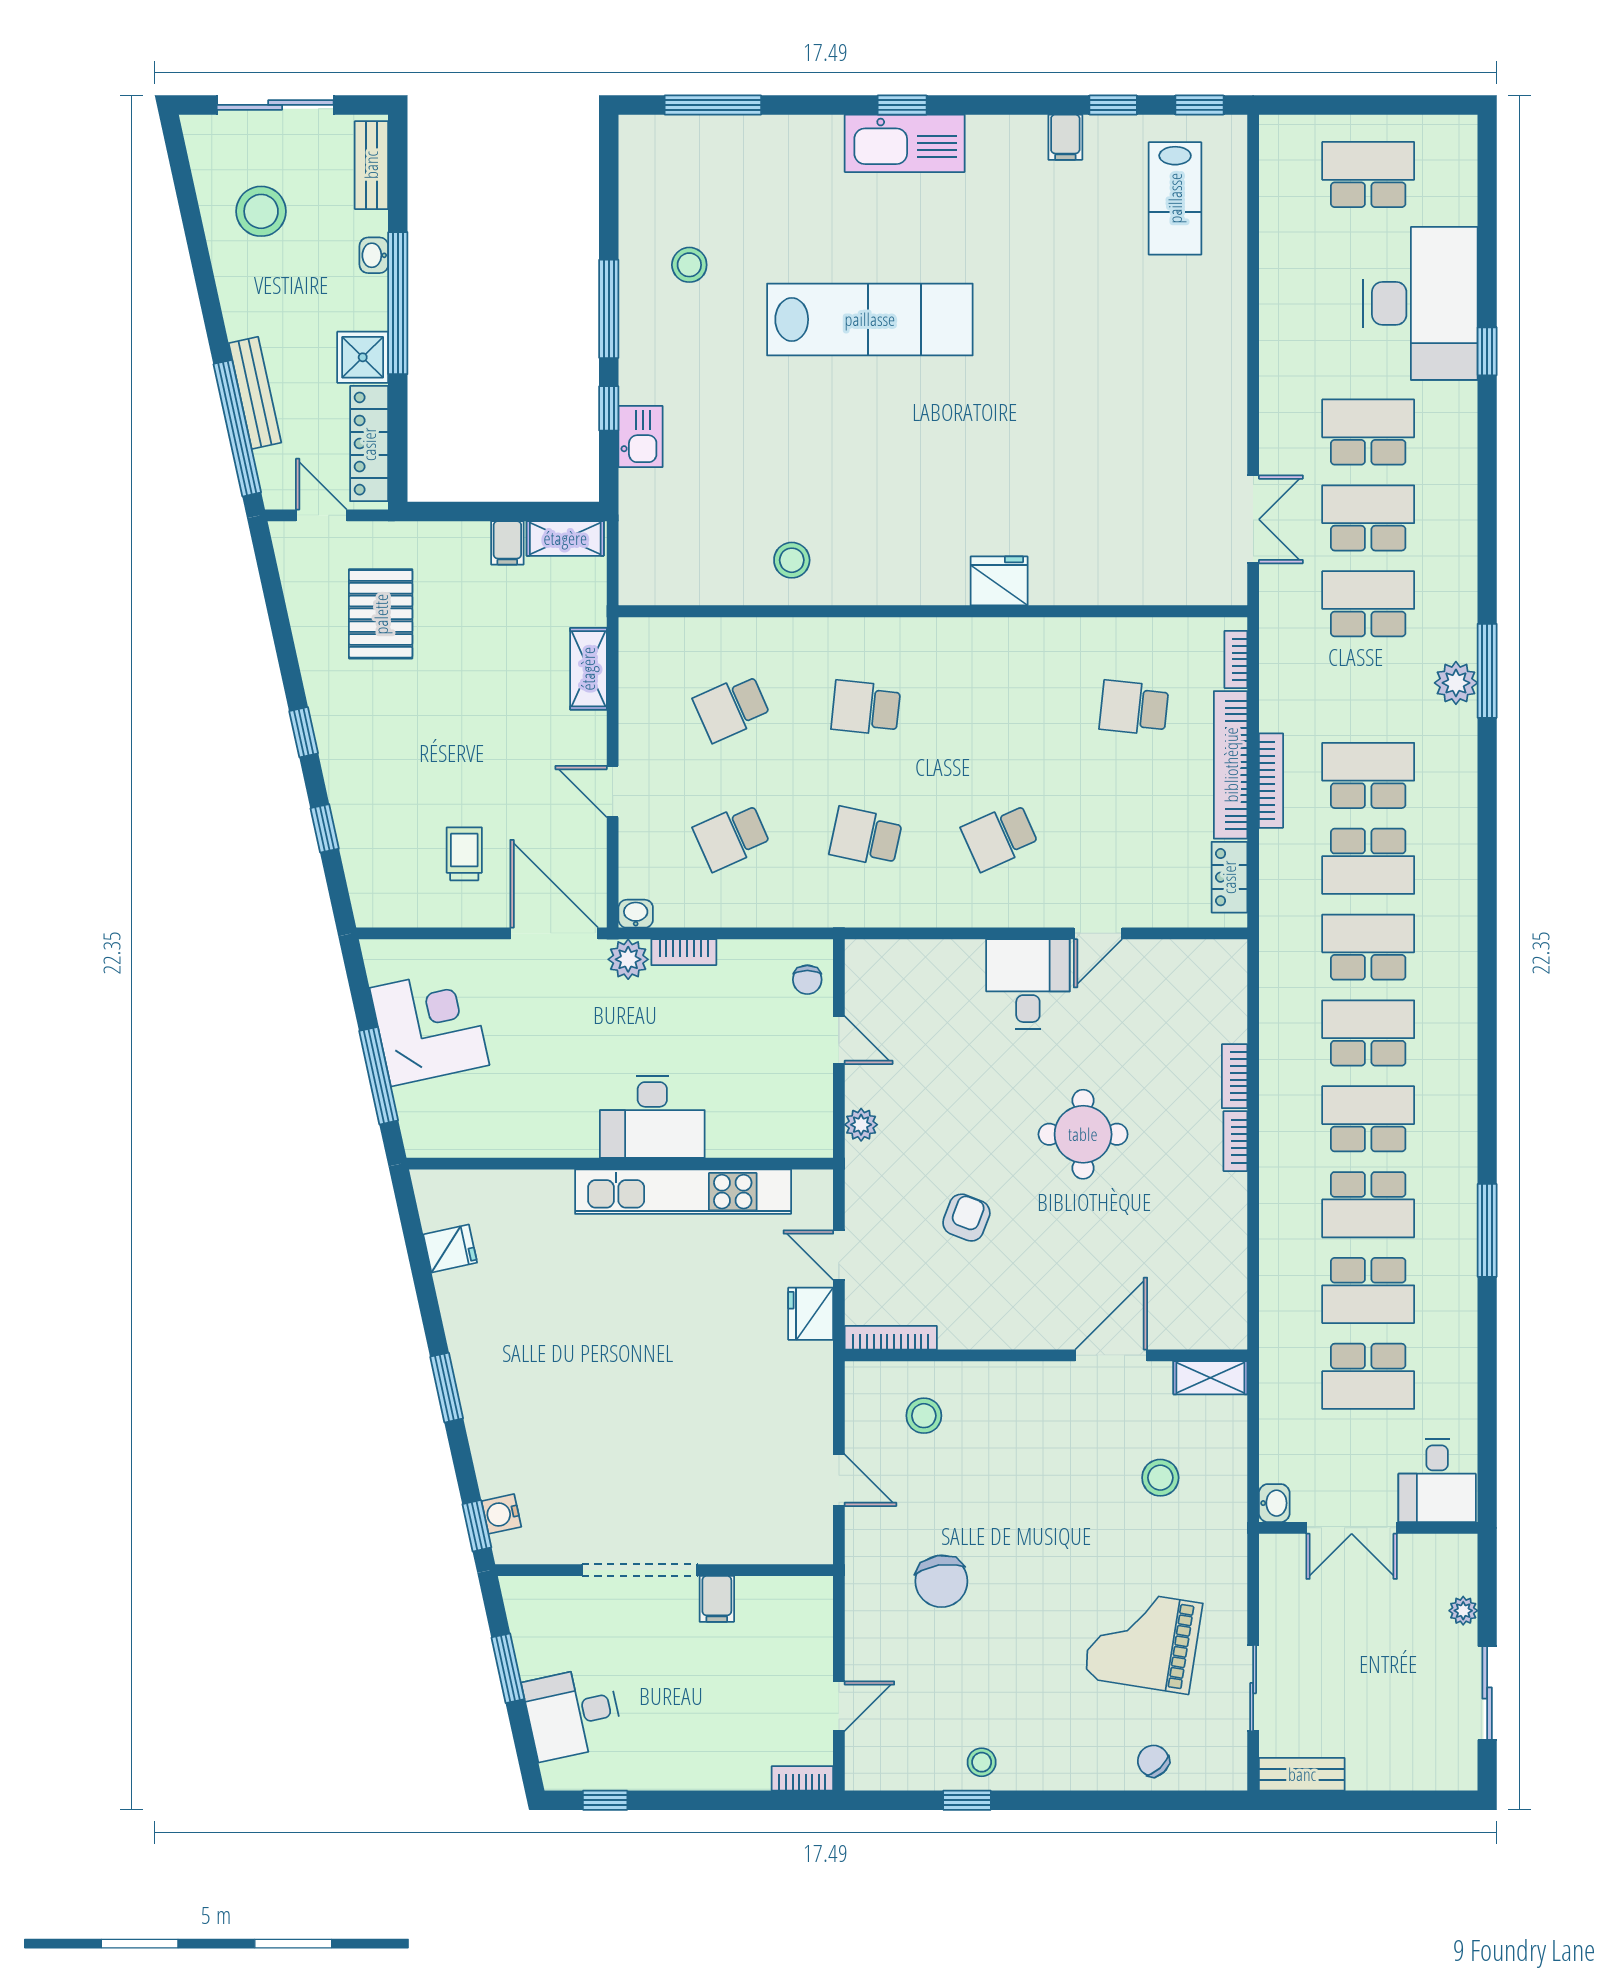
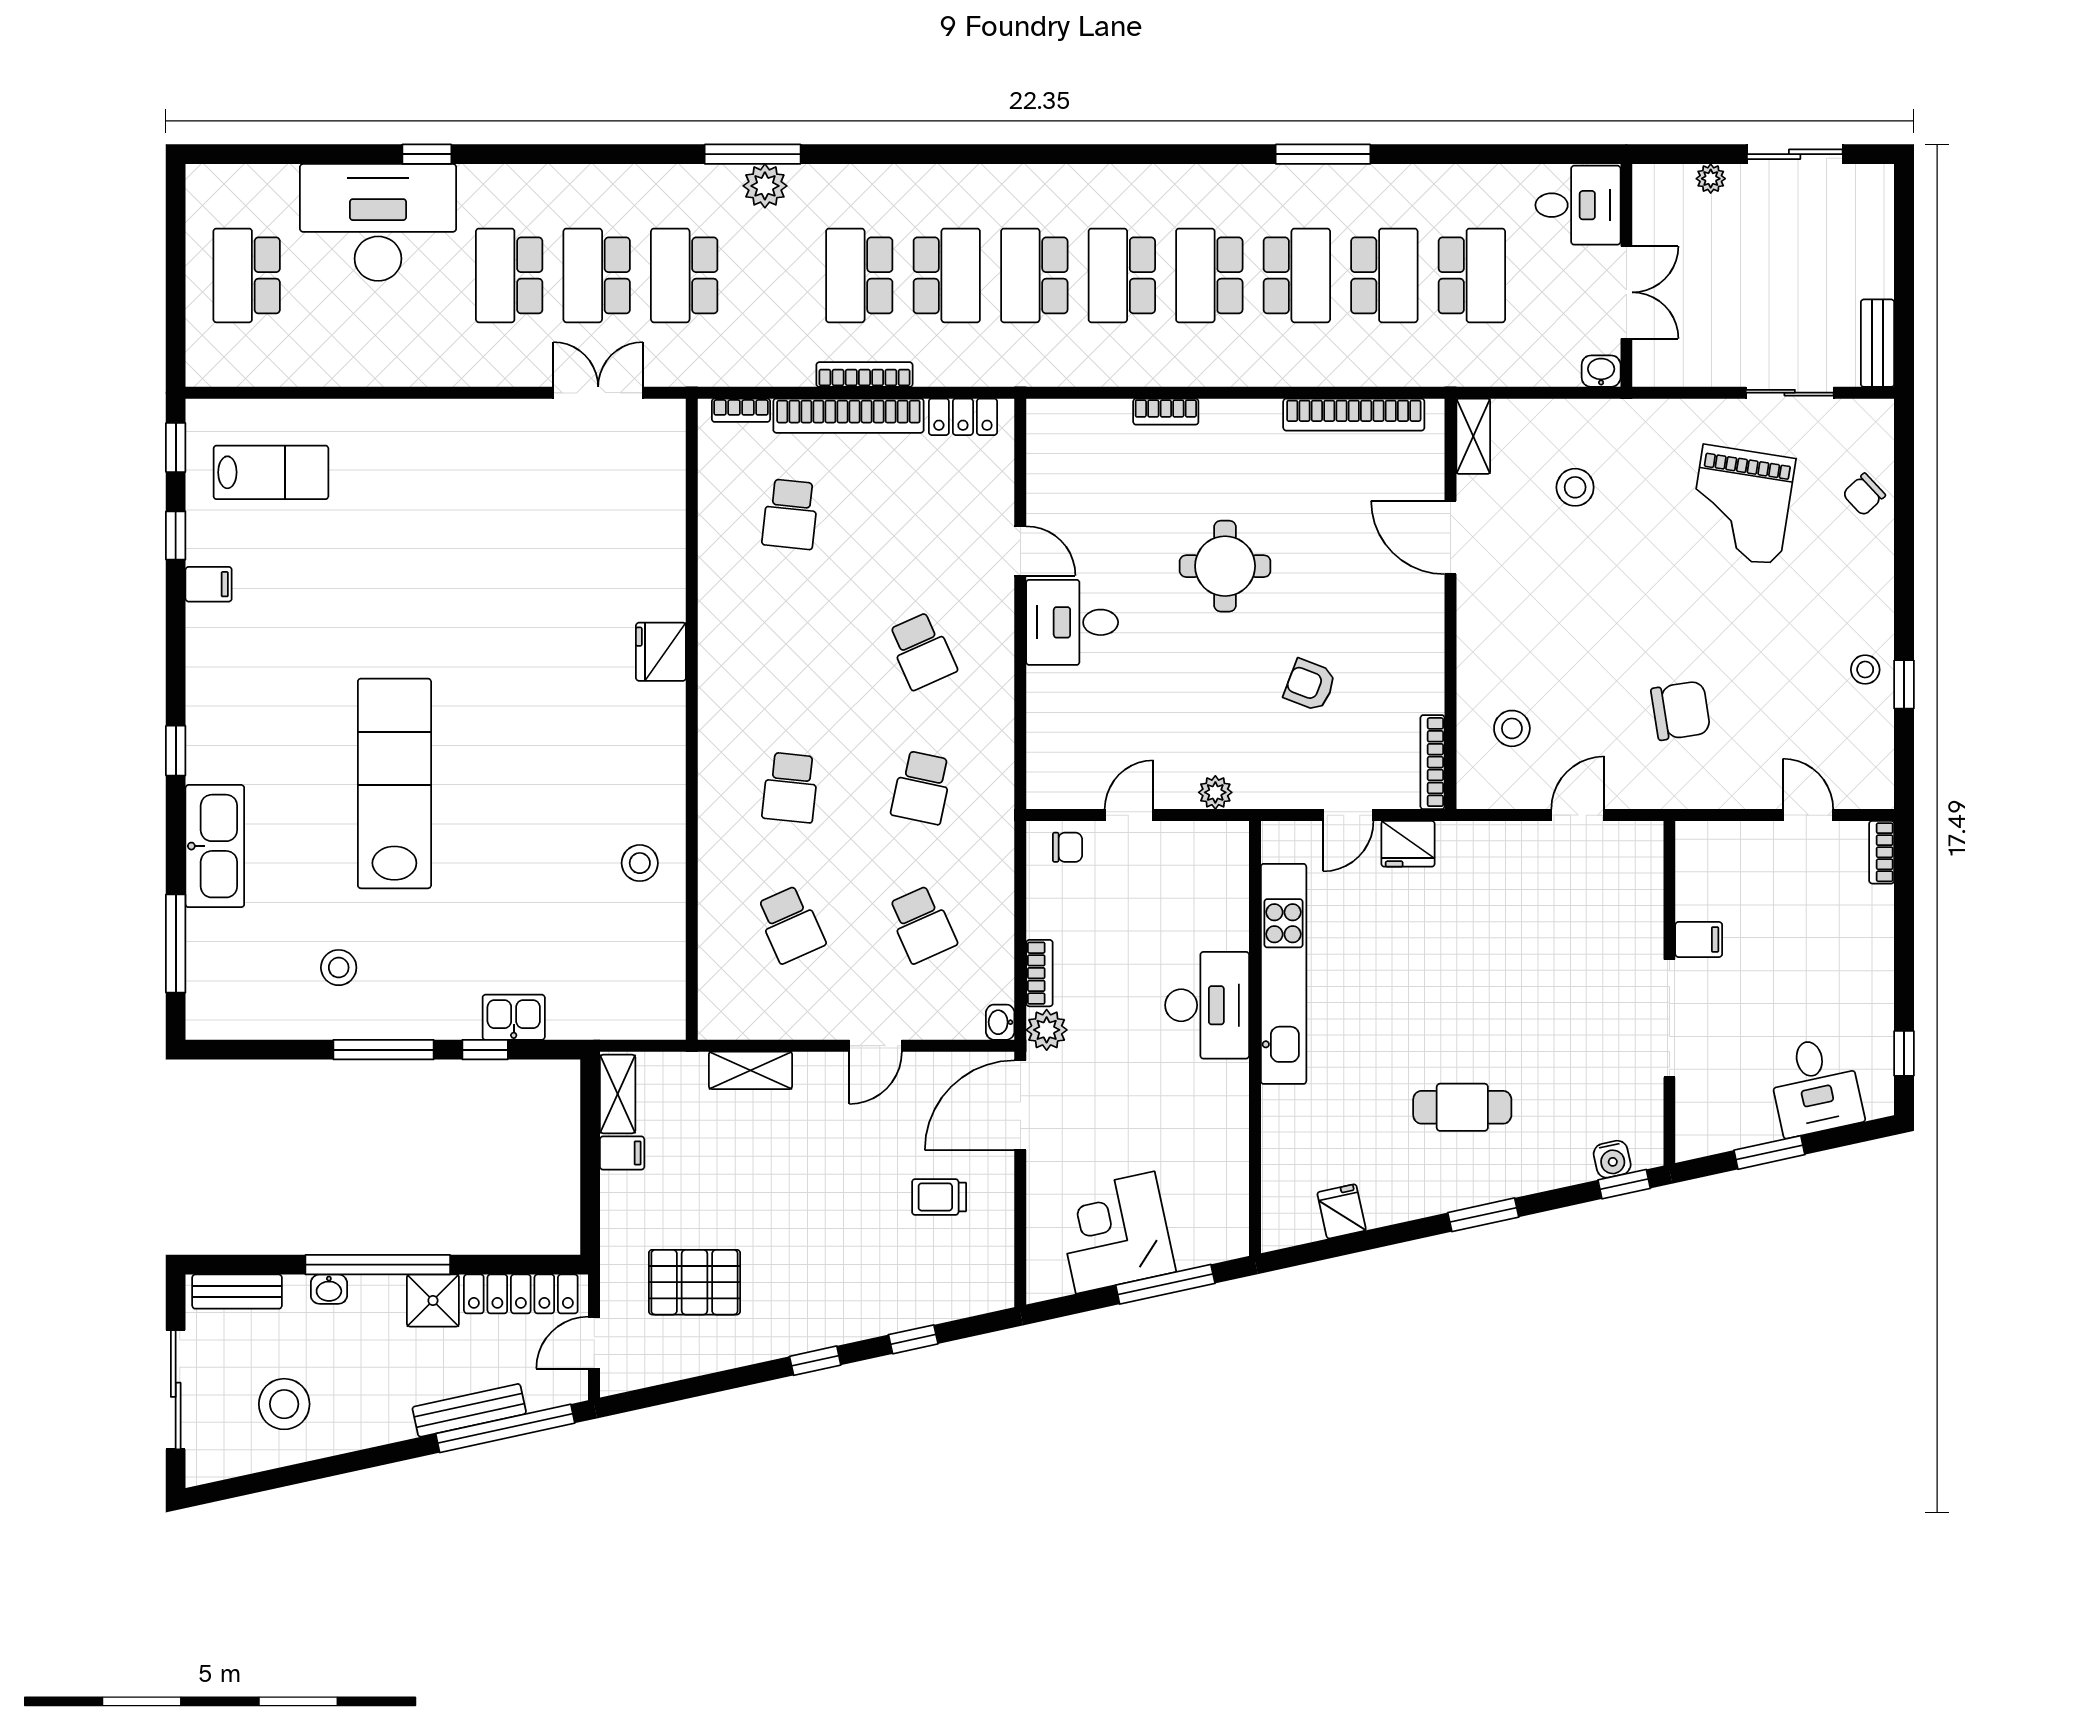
kitchen sink: (905, 143) -> (215, 846), moved
bookcase: (1235, 1141) -> (1354, 415), moved, width x2.31, depth x1.31
cafe table: (552, 1367) -> (1462, 1107), added

